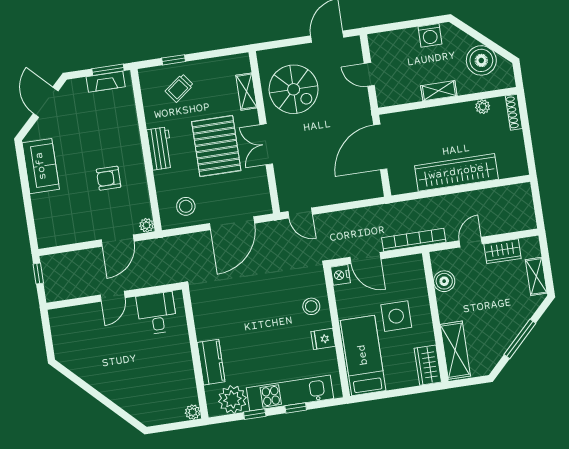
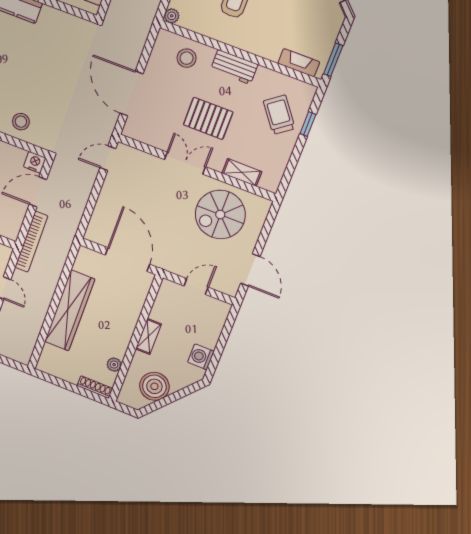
fireplace: (106, 82) -> (299, 63), moved, turned 90
trolley: (179, 88) -> (279, 115), width x1.36, depth x1.39
pallet: (216, 146) -> (208, 118), width x0.73, depth x0.71
stool: (186, 206) -> (187, 58), moved

